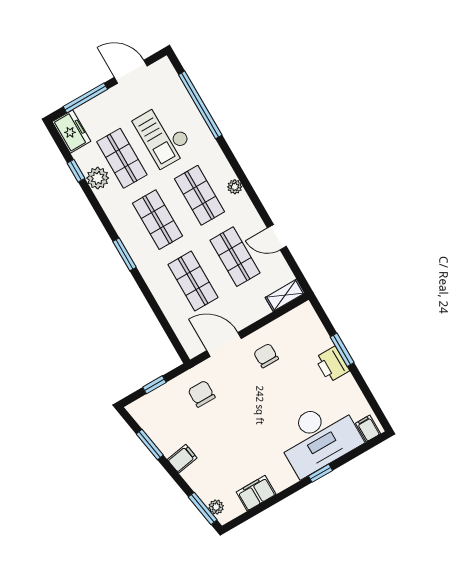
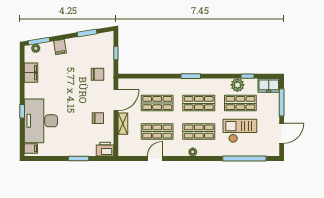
shelving: (285, 295) -> (123, 124), moved
printer: (332, 364) -> (105, 149), moved
filing cabinet: (182, 459) -> (60, 47), moved

